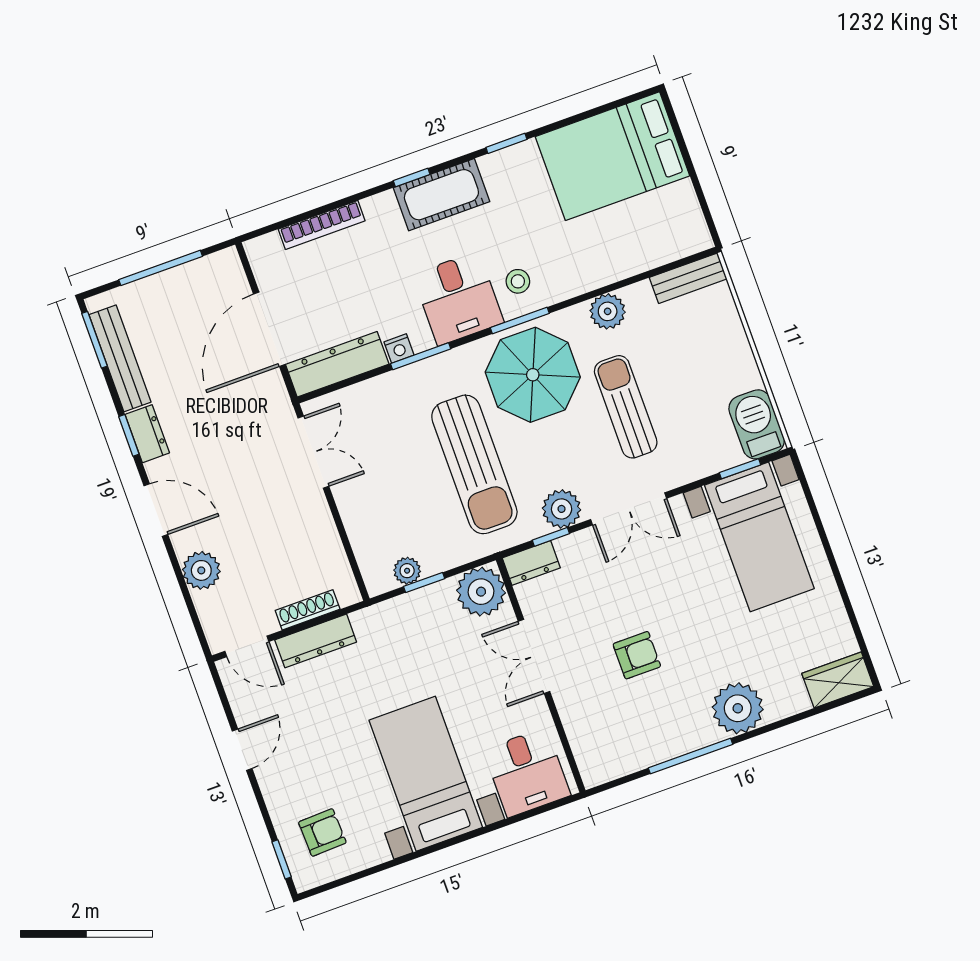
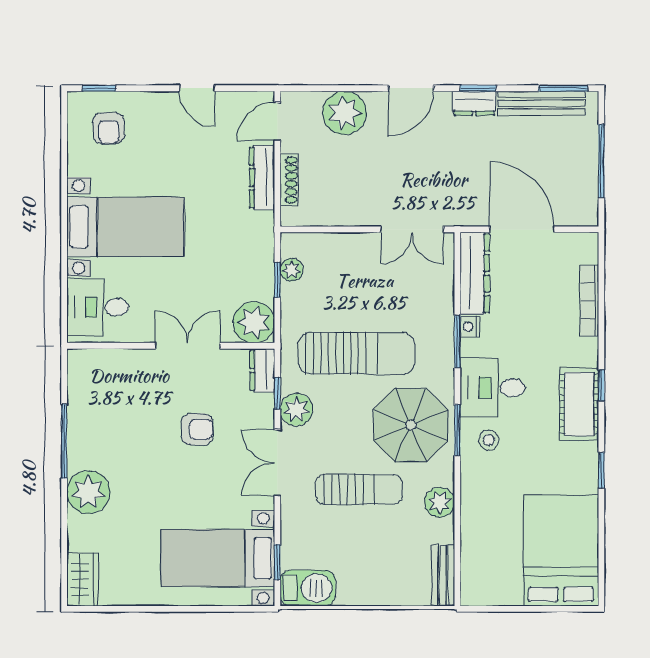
sun lounger: (474, 464) -> (356, 353), turned 180
plant: (201, 570) -> (345, 113), width x1.36, depth x1.36
armchair: (637, 655) -> (197, 429), moved, turned -90

